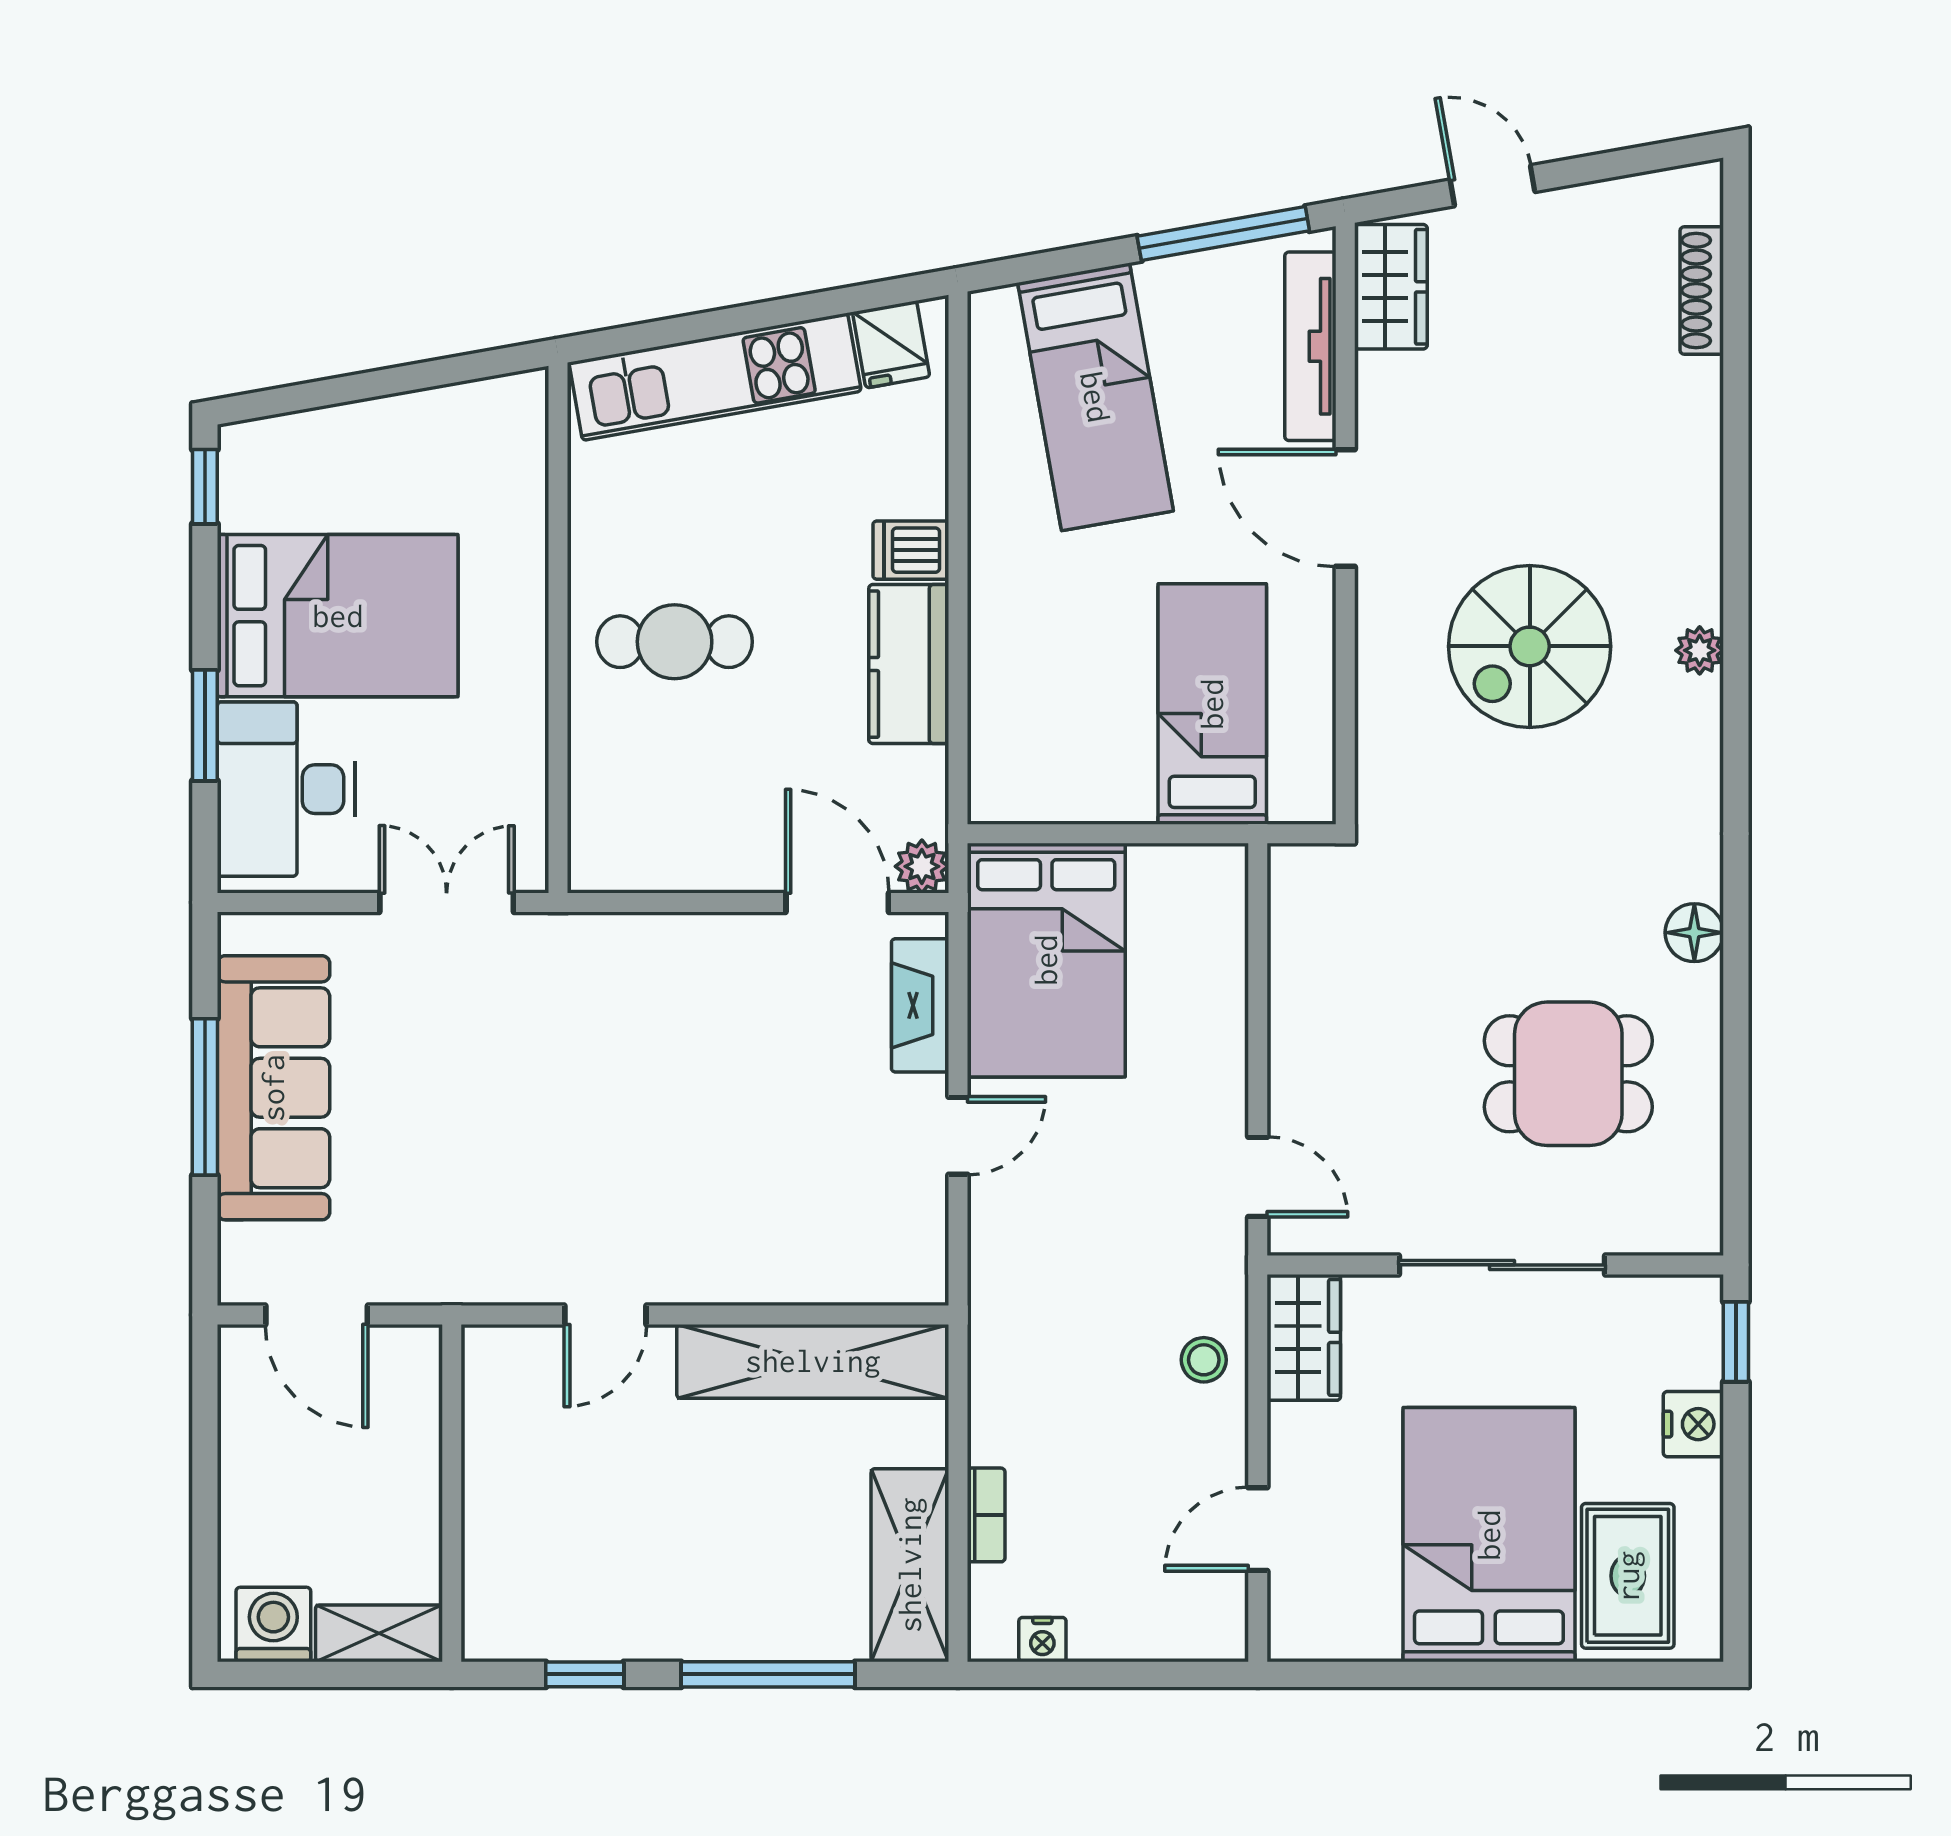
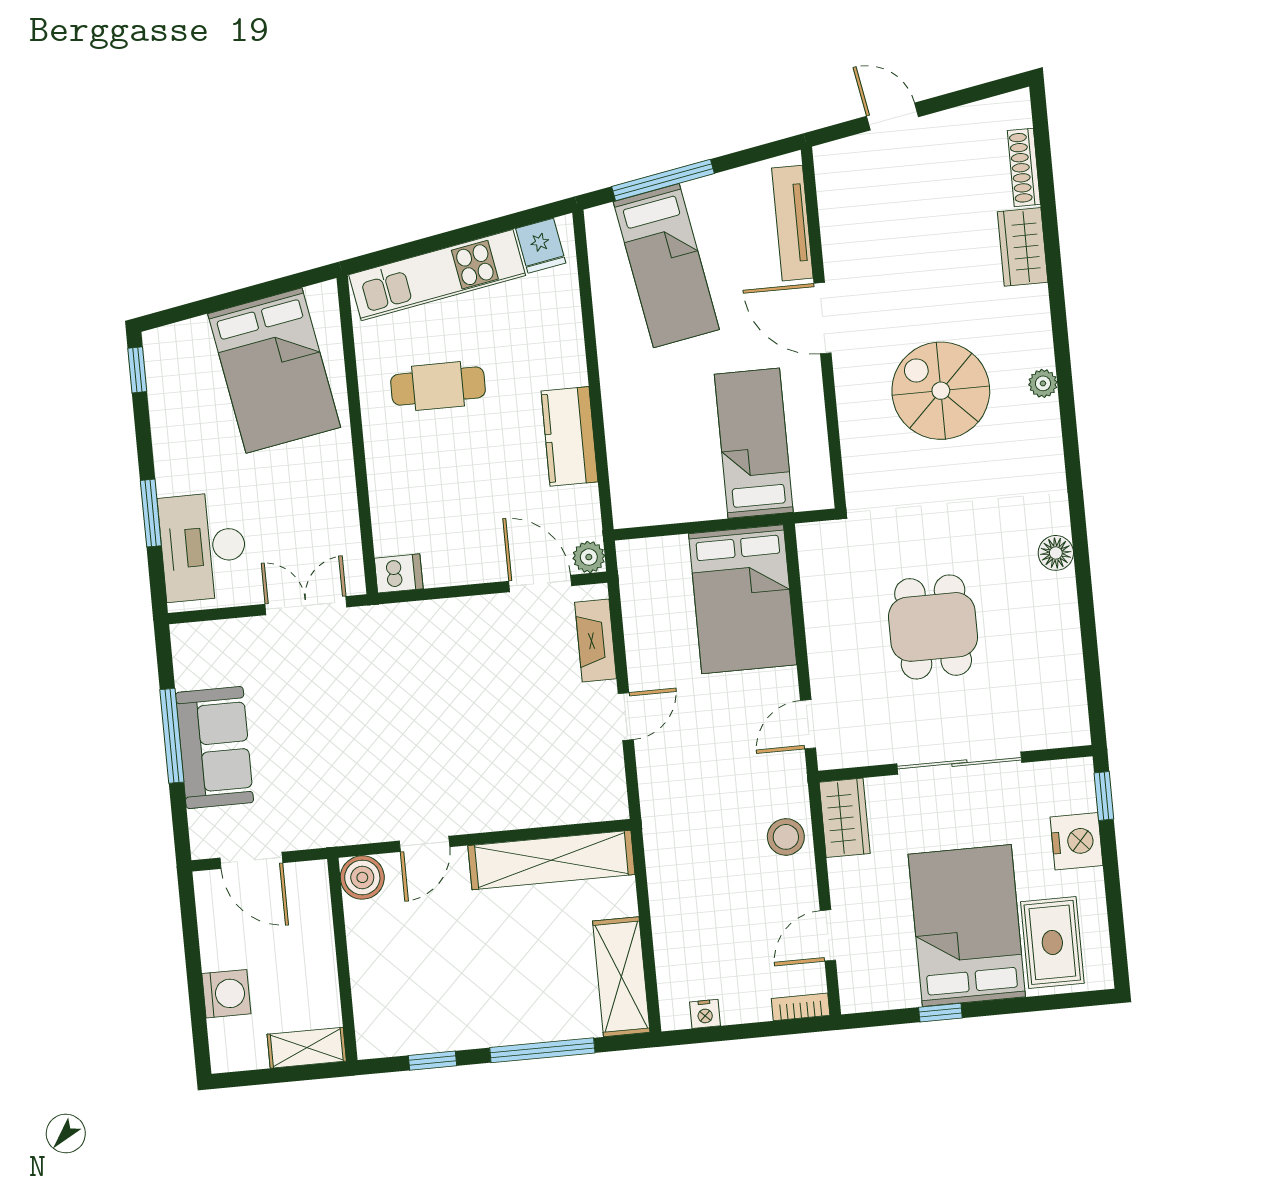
window: (1223, 233) -> (663, 180), moved
wardrobe: (1391, 287) -> (1023, 247), moved, turned 180
dishwasher: (911, 550) -> (399, 573), moved, turned 180
bed: (338, 616) -> (274, 370), moved, turned 80
cafe table: (675, 642) -> (438, 386), moved
spiral stairs: (1530, 646) -> (941, 391), turned 90
bed: (1046, 960) -> (743, 599), moved
dining table: (1568, 1074) -> (933, 627), moved, turned 90
sofa: (273, 1088) -> (215, 748), width x0.73
door: (1258, 1177) -> (808, 724), swing flipped
stool: (1204, 1360) -> (786, 837), width x1.37, depth x1.37
boiler: (497, 1361) -> (362, 877), added
nightstand: (1693, 1424) -> (1077, 841), width x1.36, depth x1.33
bookcase: (986, 1515) -> (801, 1007), moved, turned -90
washing machine: (273, 1624) -> (226, 994), moved, turned 90
window: (1432, 1674) -> (940, 1013), added

